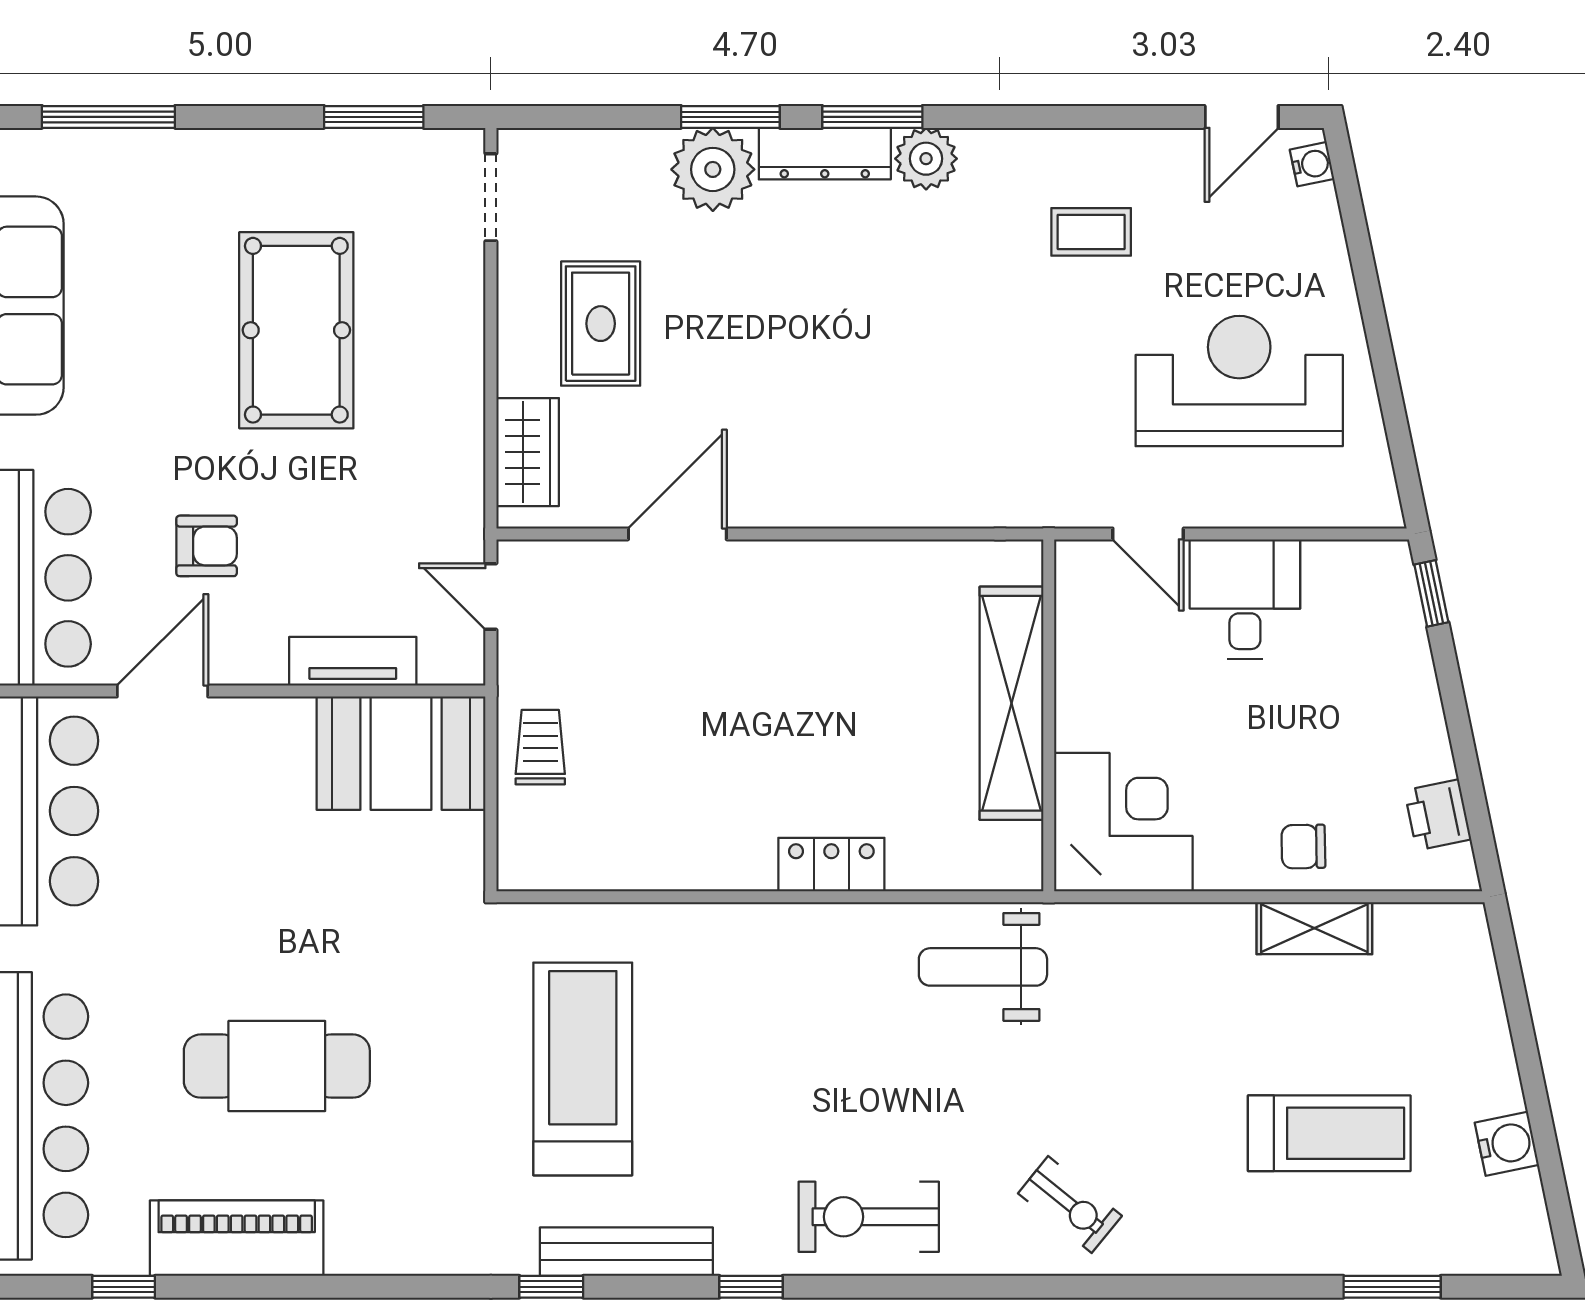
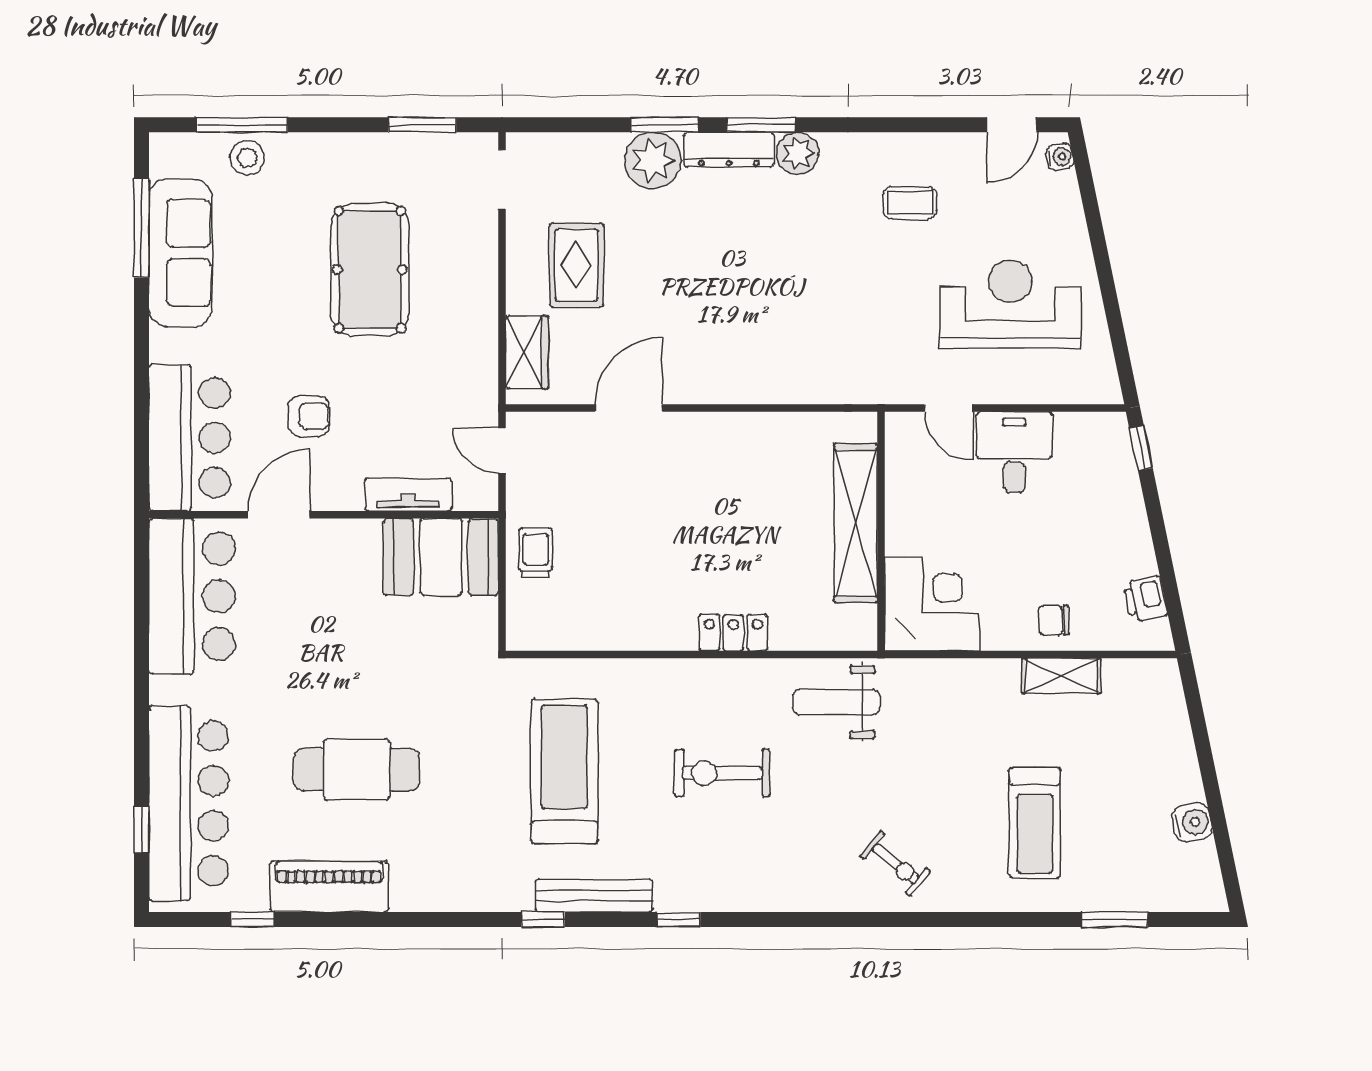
stool: (116, 165) -> (247, 158), added
treadmill: (1329, 1133) -> (1035, 823), moved, turned 90
exercise bike: (869, 1217) -> (722, 773), moved

